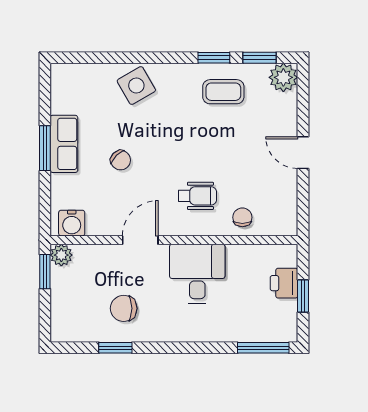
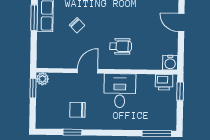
chair: (242, 217) -> (146, 59), removed
water cooler: (72, 223) -> (170, 63), moved
printer: (284, 283) -> (164, 82), moved, turned -90
window: (303, 296) -> (180, 91), moved

